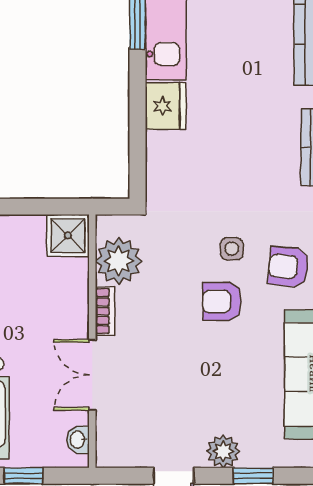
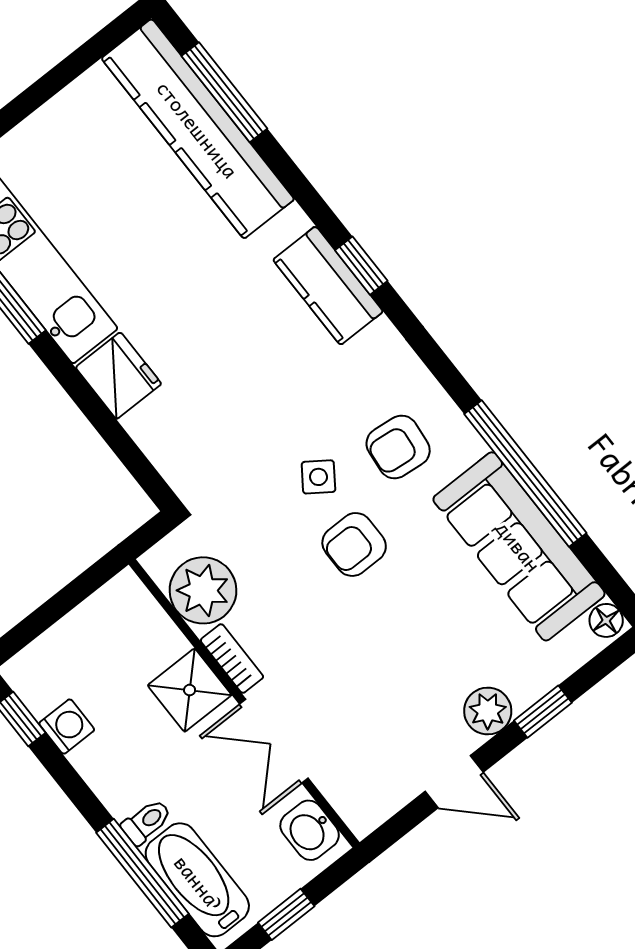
shower: (68, 236) -> (190, 690), moved
side table: (232, 249) -> (318, 477), turned 35
washbasin: (78, 440) -> (310, 830), width x1.38, depth x1.45

